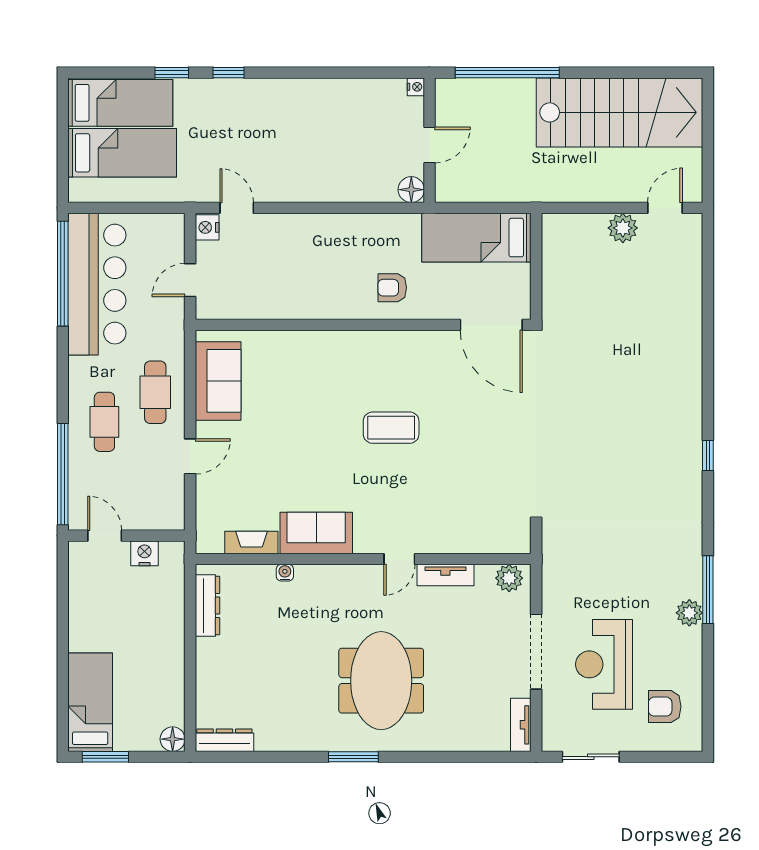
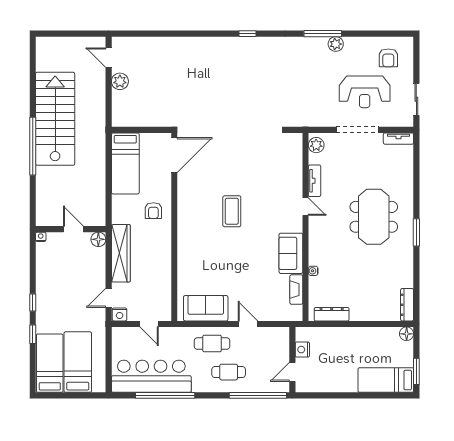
nightstand: (416, 87) -> (41, 237), moved
stairs: (620, 112) -> (55, 119), moved
wall: (430, 140) -> (71, 229), moved
door: (430, 145) -> (73, 229), moved
floor lamp: (411, 190) -> (98, 239), moved
wardrobe: (316, 230) -> (121, 253), added
window: (63, 274) -> (165, 395), moved
meeting table: (381, 681) -> (374, 217), turned 90

